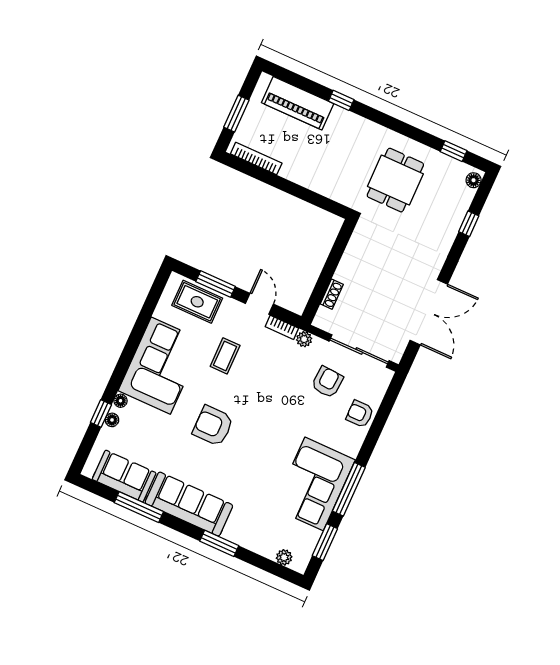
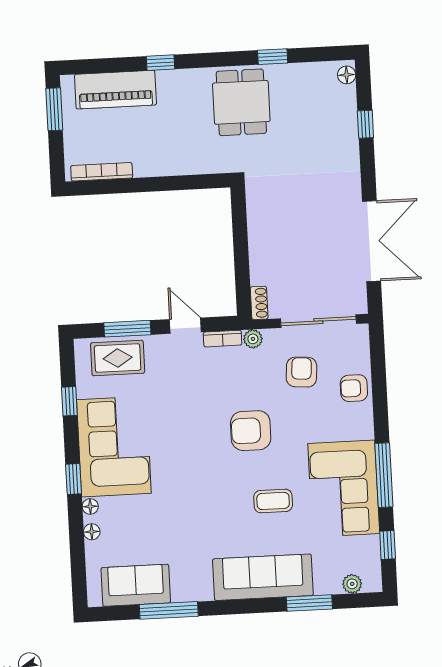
window: (236, 114) -> (54, 109), moved
window: (454, 151) -> (273, 57), moved
dining table: (395, 180) -> (241, 102), moved
shoe rack: (332, 294) -> (259, 303), moved
window: (145, 315) -> (69, 401), added
coffee table: (225, 356) -> (273, 501), moved, turned 90
window: (101, 414) -> (74, 479), moved
armchair: (213, 426) -> (251, 431), moved
sofa: (189, 504) -> (263, 577), moved
window: (325, 542) -> (388, 545), width x0.67
window: (219, 543) -> (309, 603), moved

